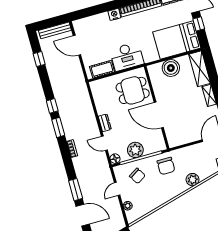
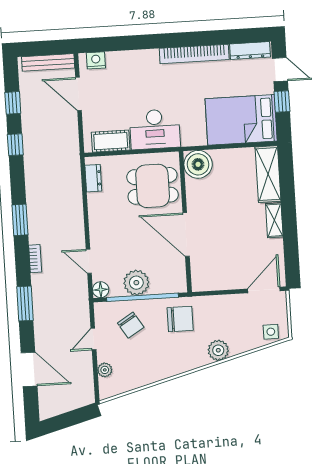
nightstand: (114, 14) -> (96, 60), moved
boiler: (171, 68) -> (198, 164), moved
window: (52, 106) -> (15, 145), moved
dresser: (105, 123) -> (93, 178), moved
chair: (166, 166) -> (180, 319), turned -90
window: (76, 190) -> (25, 303), moved

